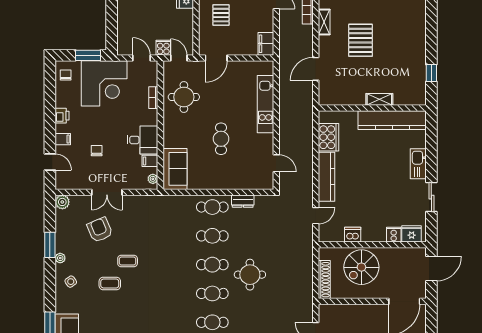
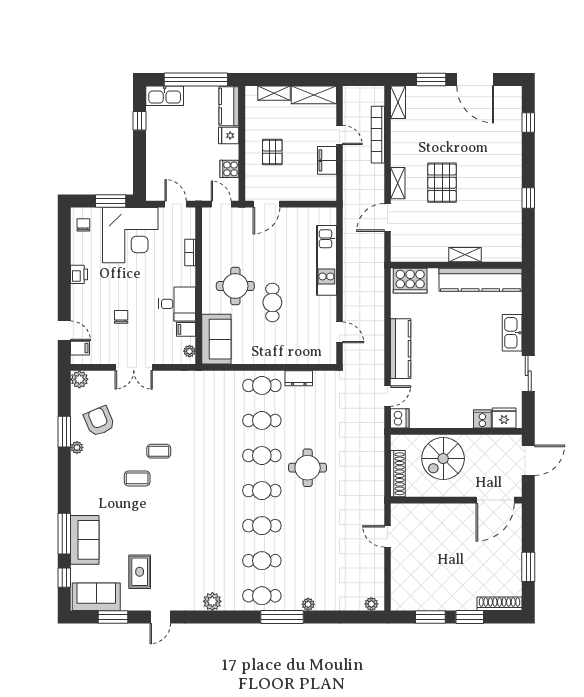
shelving: (324, 22) -> (398, 183), moved
filing cabinet: (266, 44) -> (327, 160), moved
cooker: (163, 48) -> (229, 169), moved, turned -90
window: (431, 73) -> (528, 198), moved
round table: (184, 97) -> (235, 286), moved
cooker: (328, 137) -> (410, 281), moved, turned 90
filing cabinet: (63, 139) -> (80, 348), moved
armchair: (100, 230) -> (99, 421), moved
dishwasher: (353, 235) -> (400, 418), moved, turned 90
side table: (71, 282) -> (90, 476), removed

